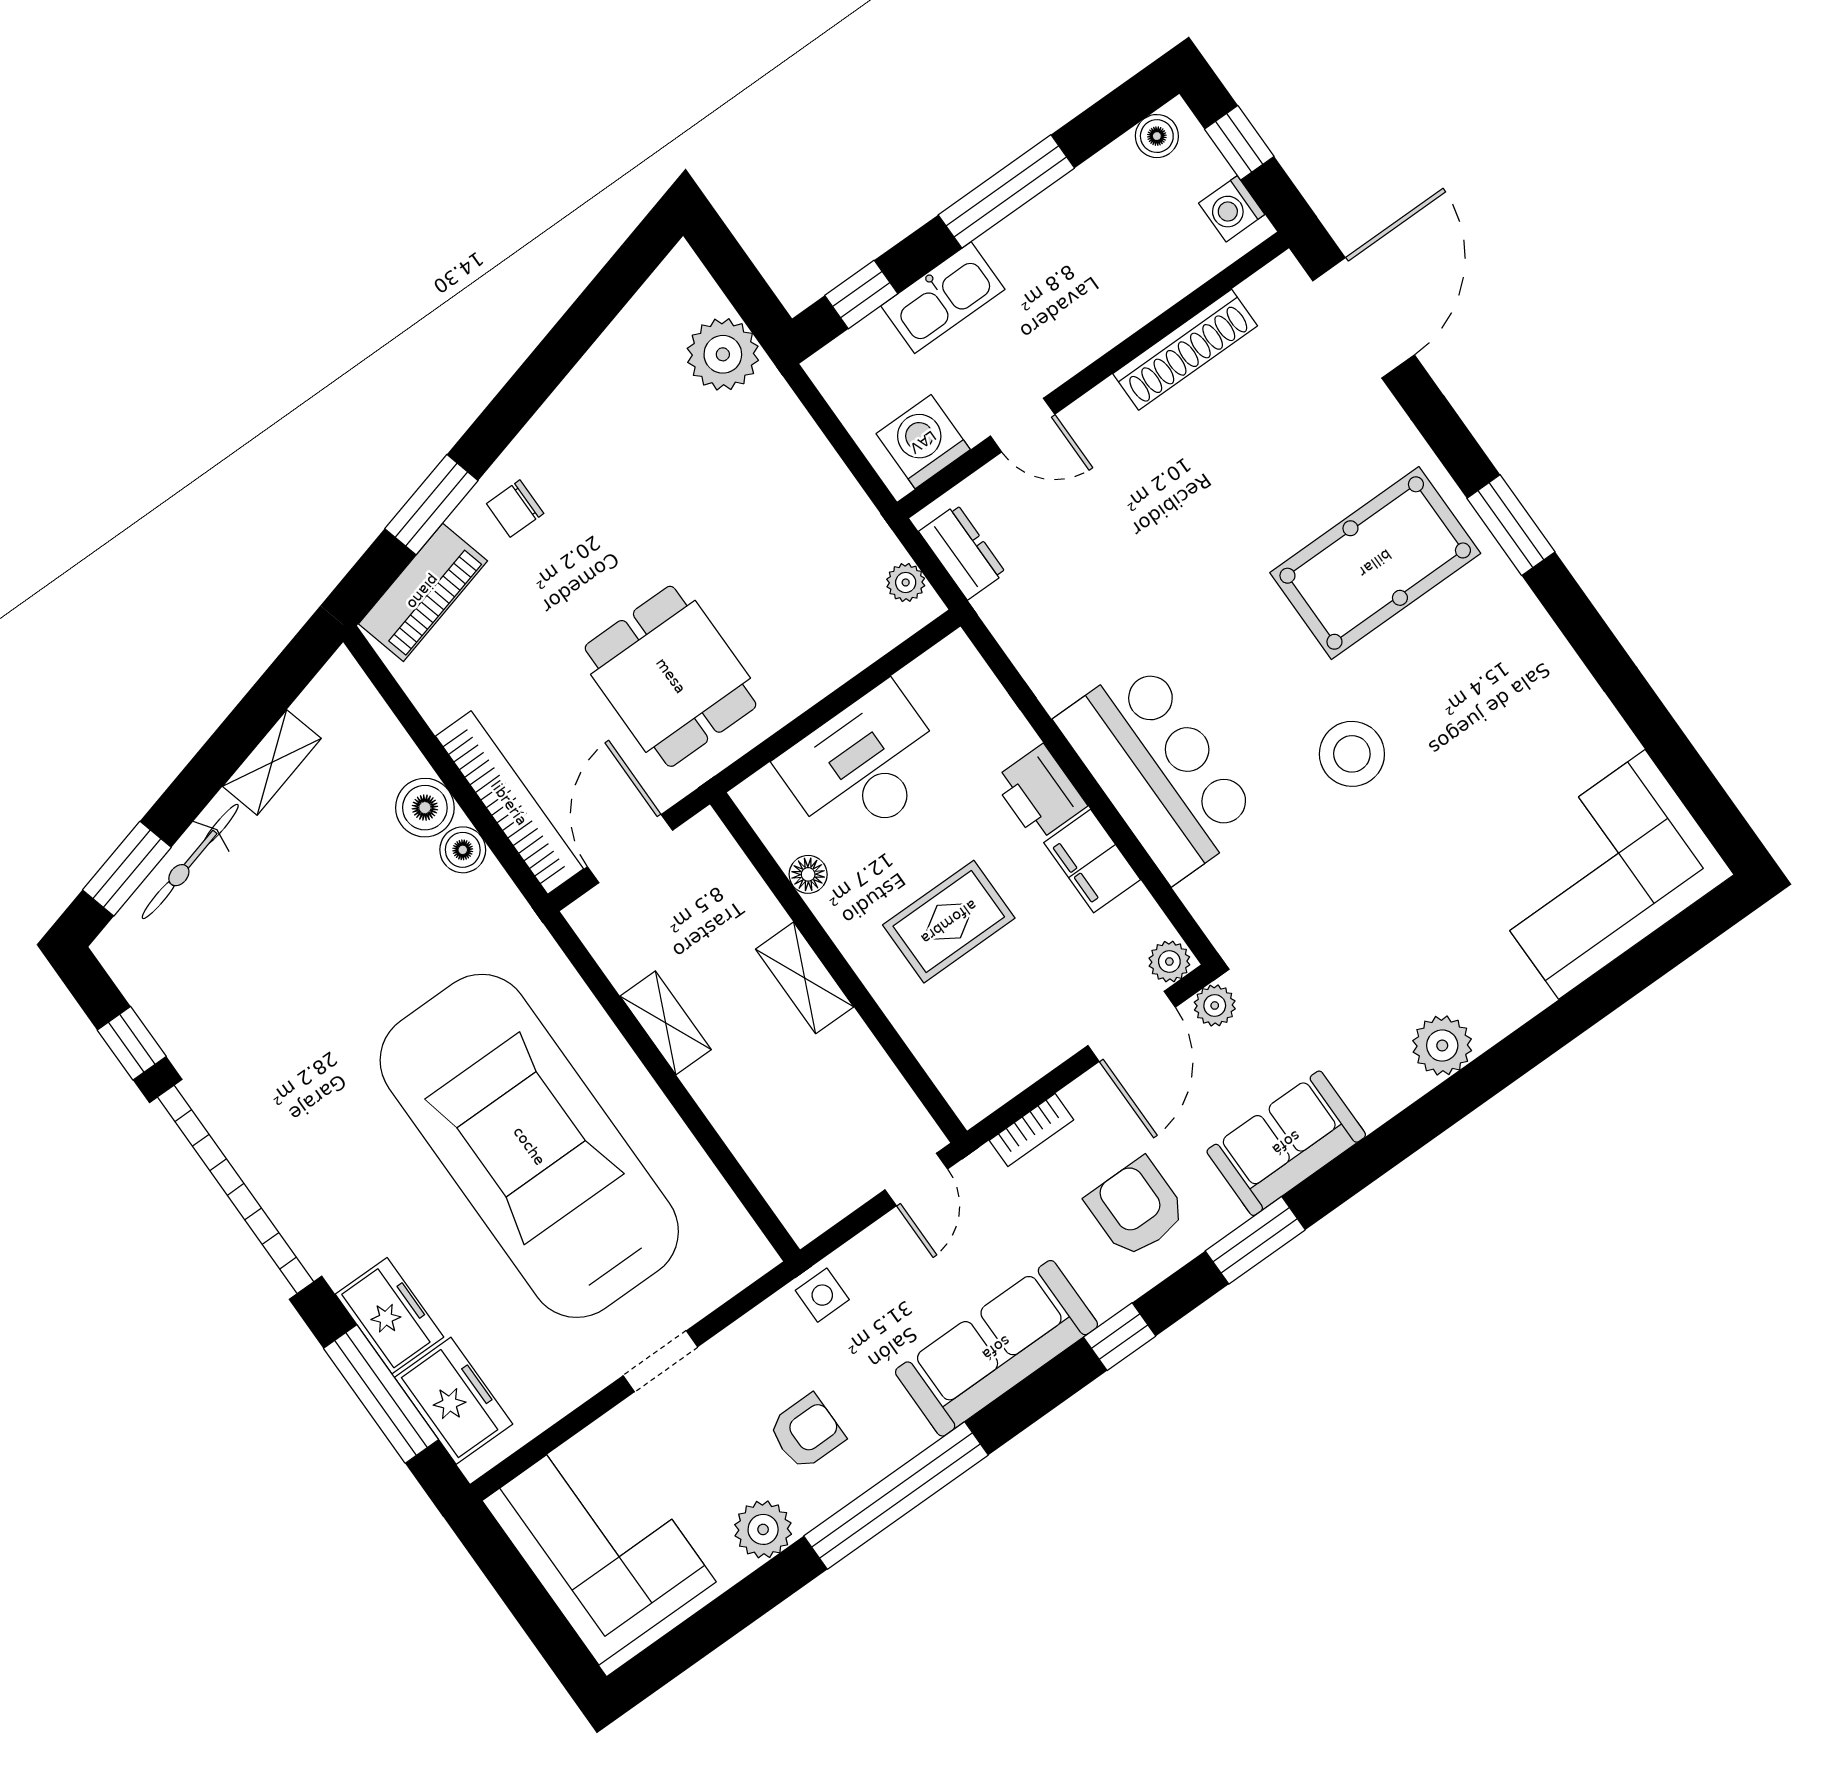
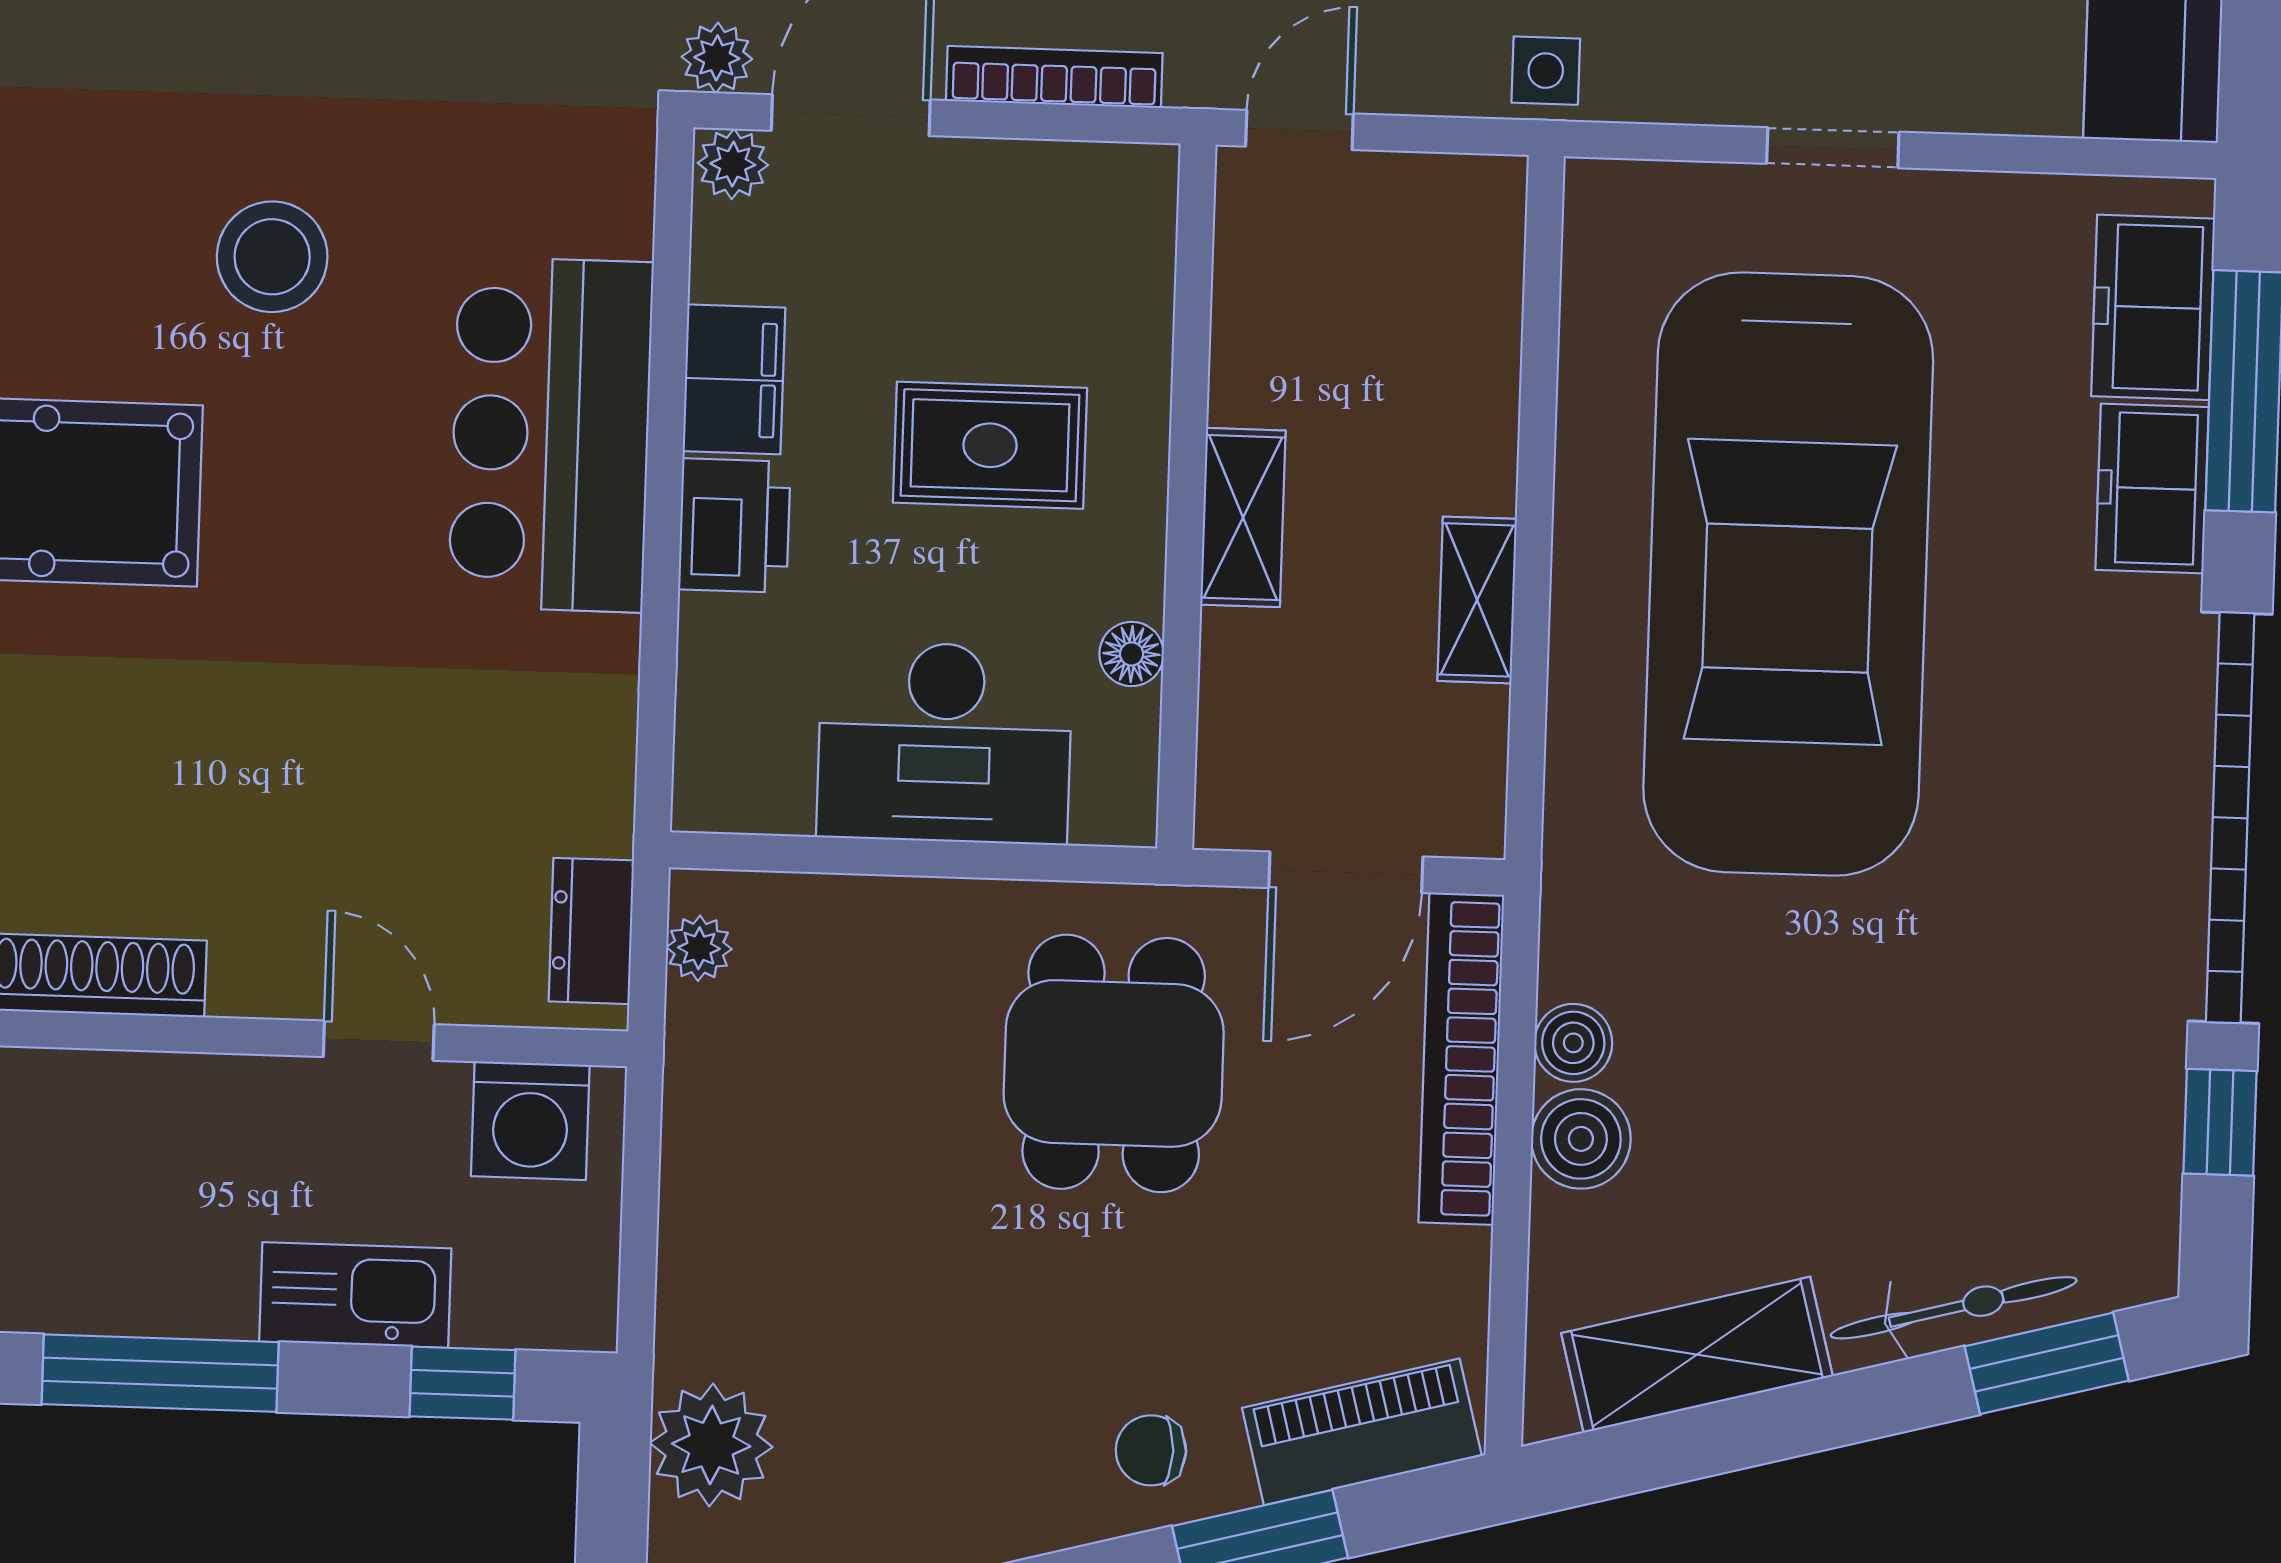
chair: (515, 509) -> (1151, 1450), turned 180
shelving: (272, 762) -> (1697, 1355), width x1.50, depth x1.33
bookcase: (1031, 1130) -> (1054, 77), width x1.56

